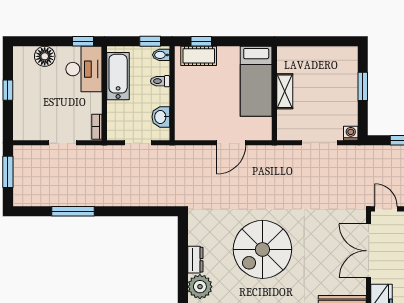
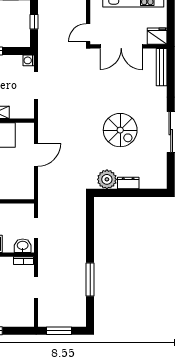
washbasin: (161, 117) -> (23, 246), moved, turned 180
door: (231, 143) -> (36, 155), hinge flipped
spiral stairs: (262, 249) -> (120, 130), width x0.73, depth x0.73
plant: (200, 287) -> (107, 179), moved

